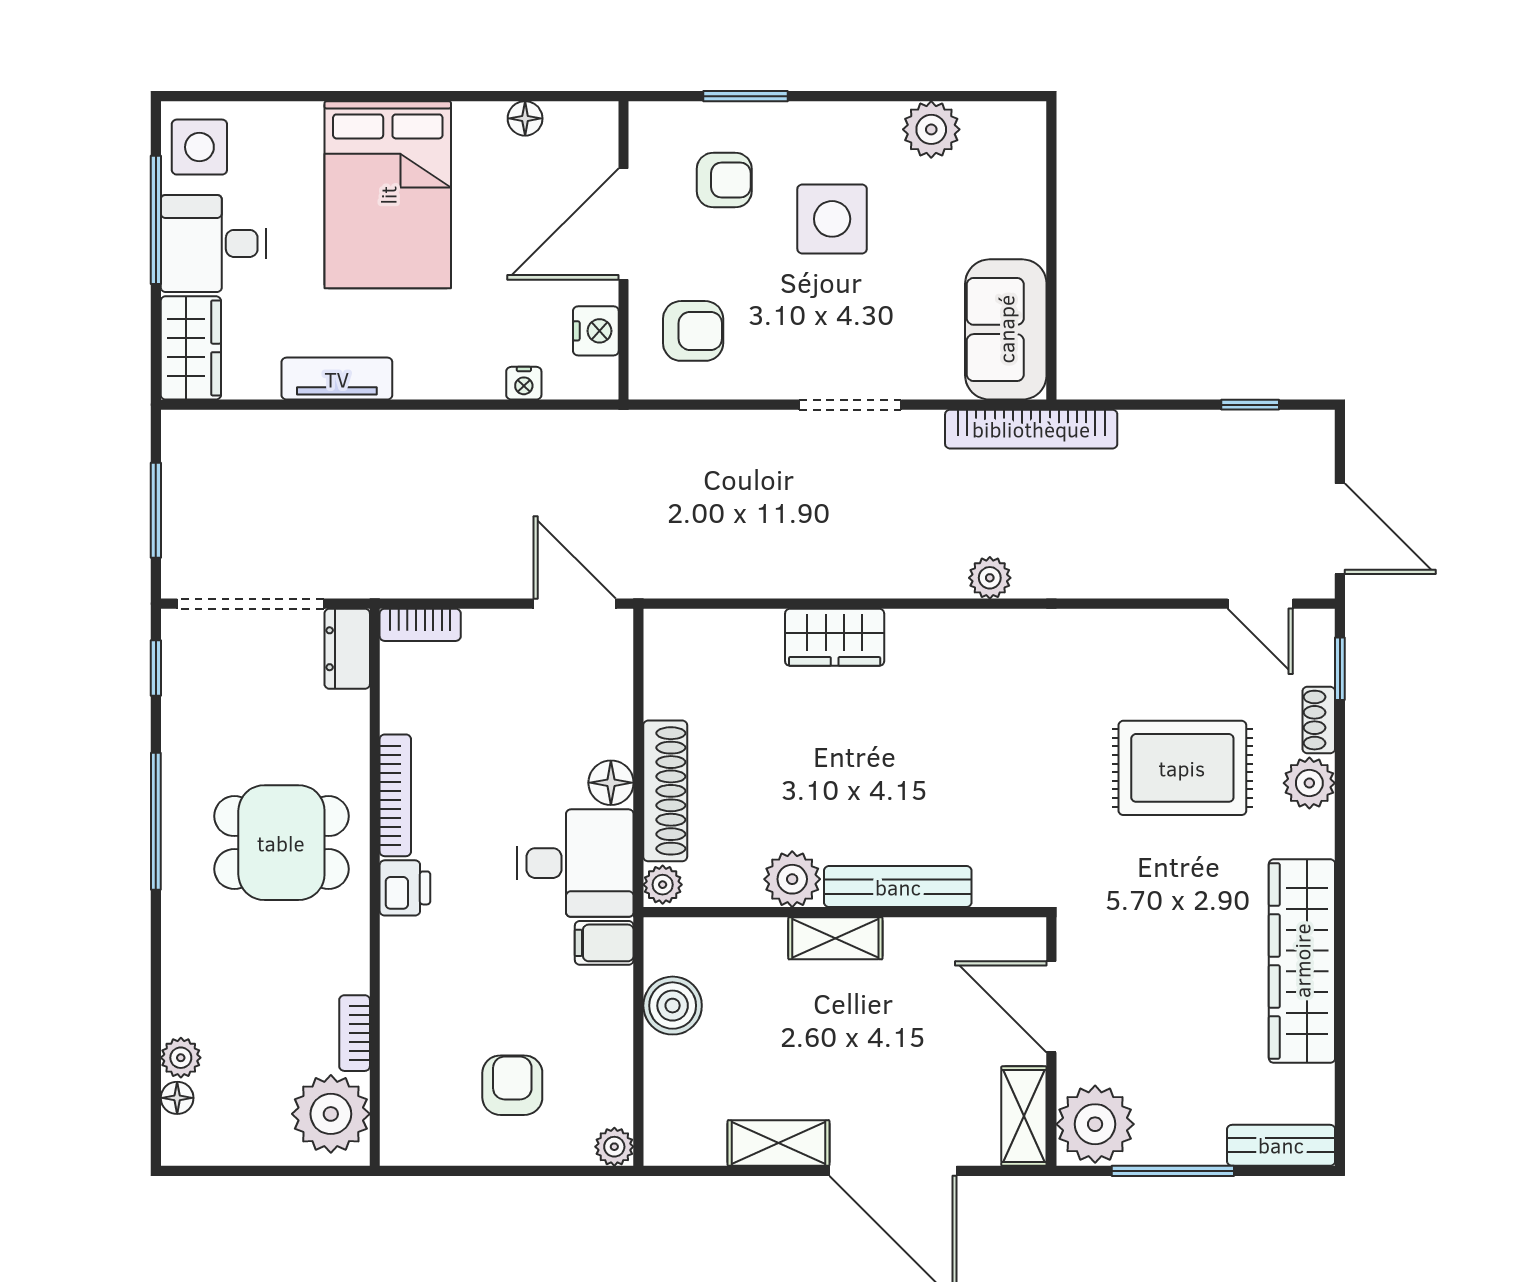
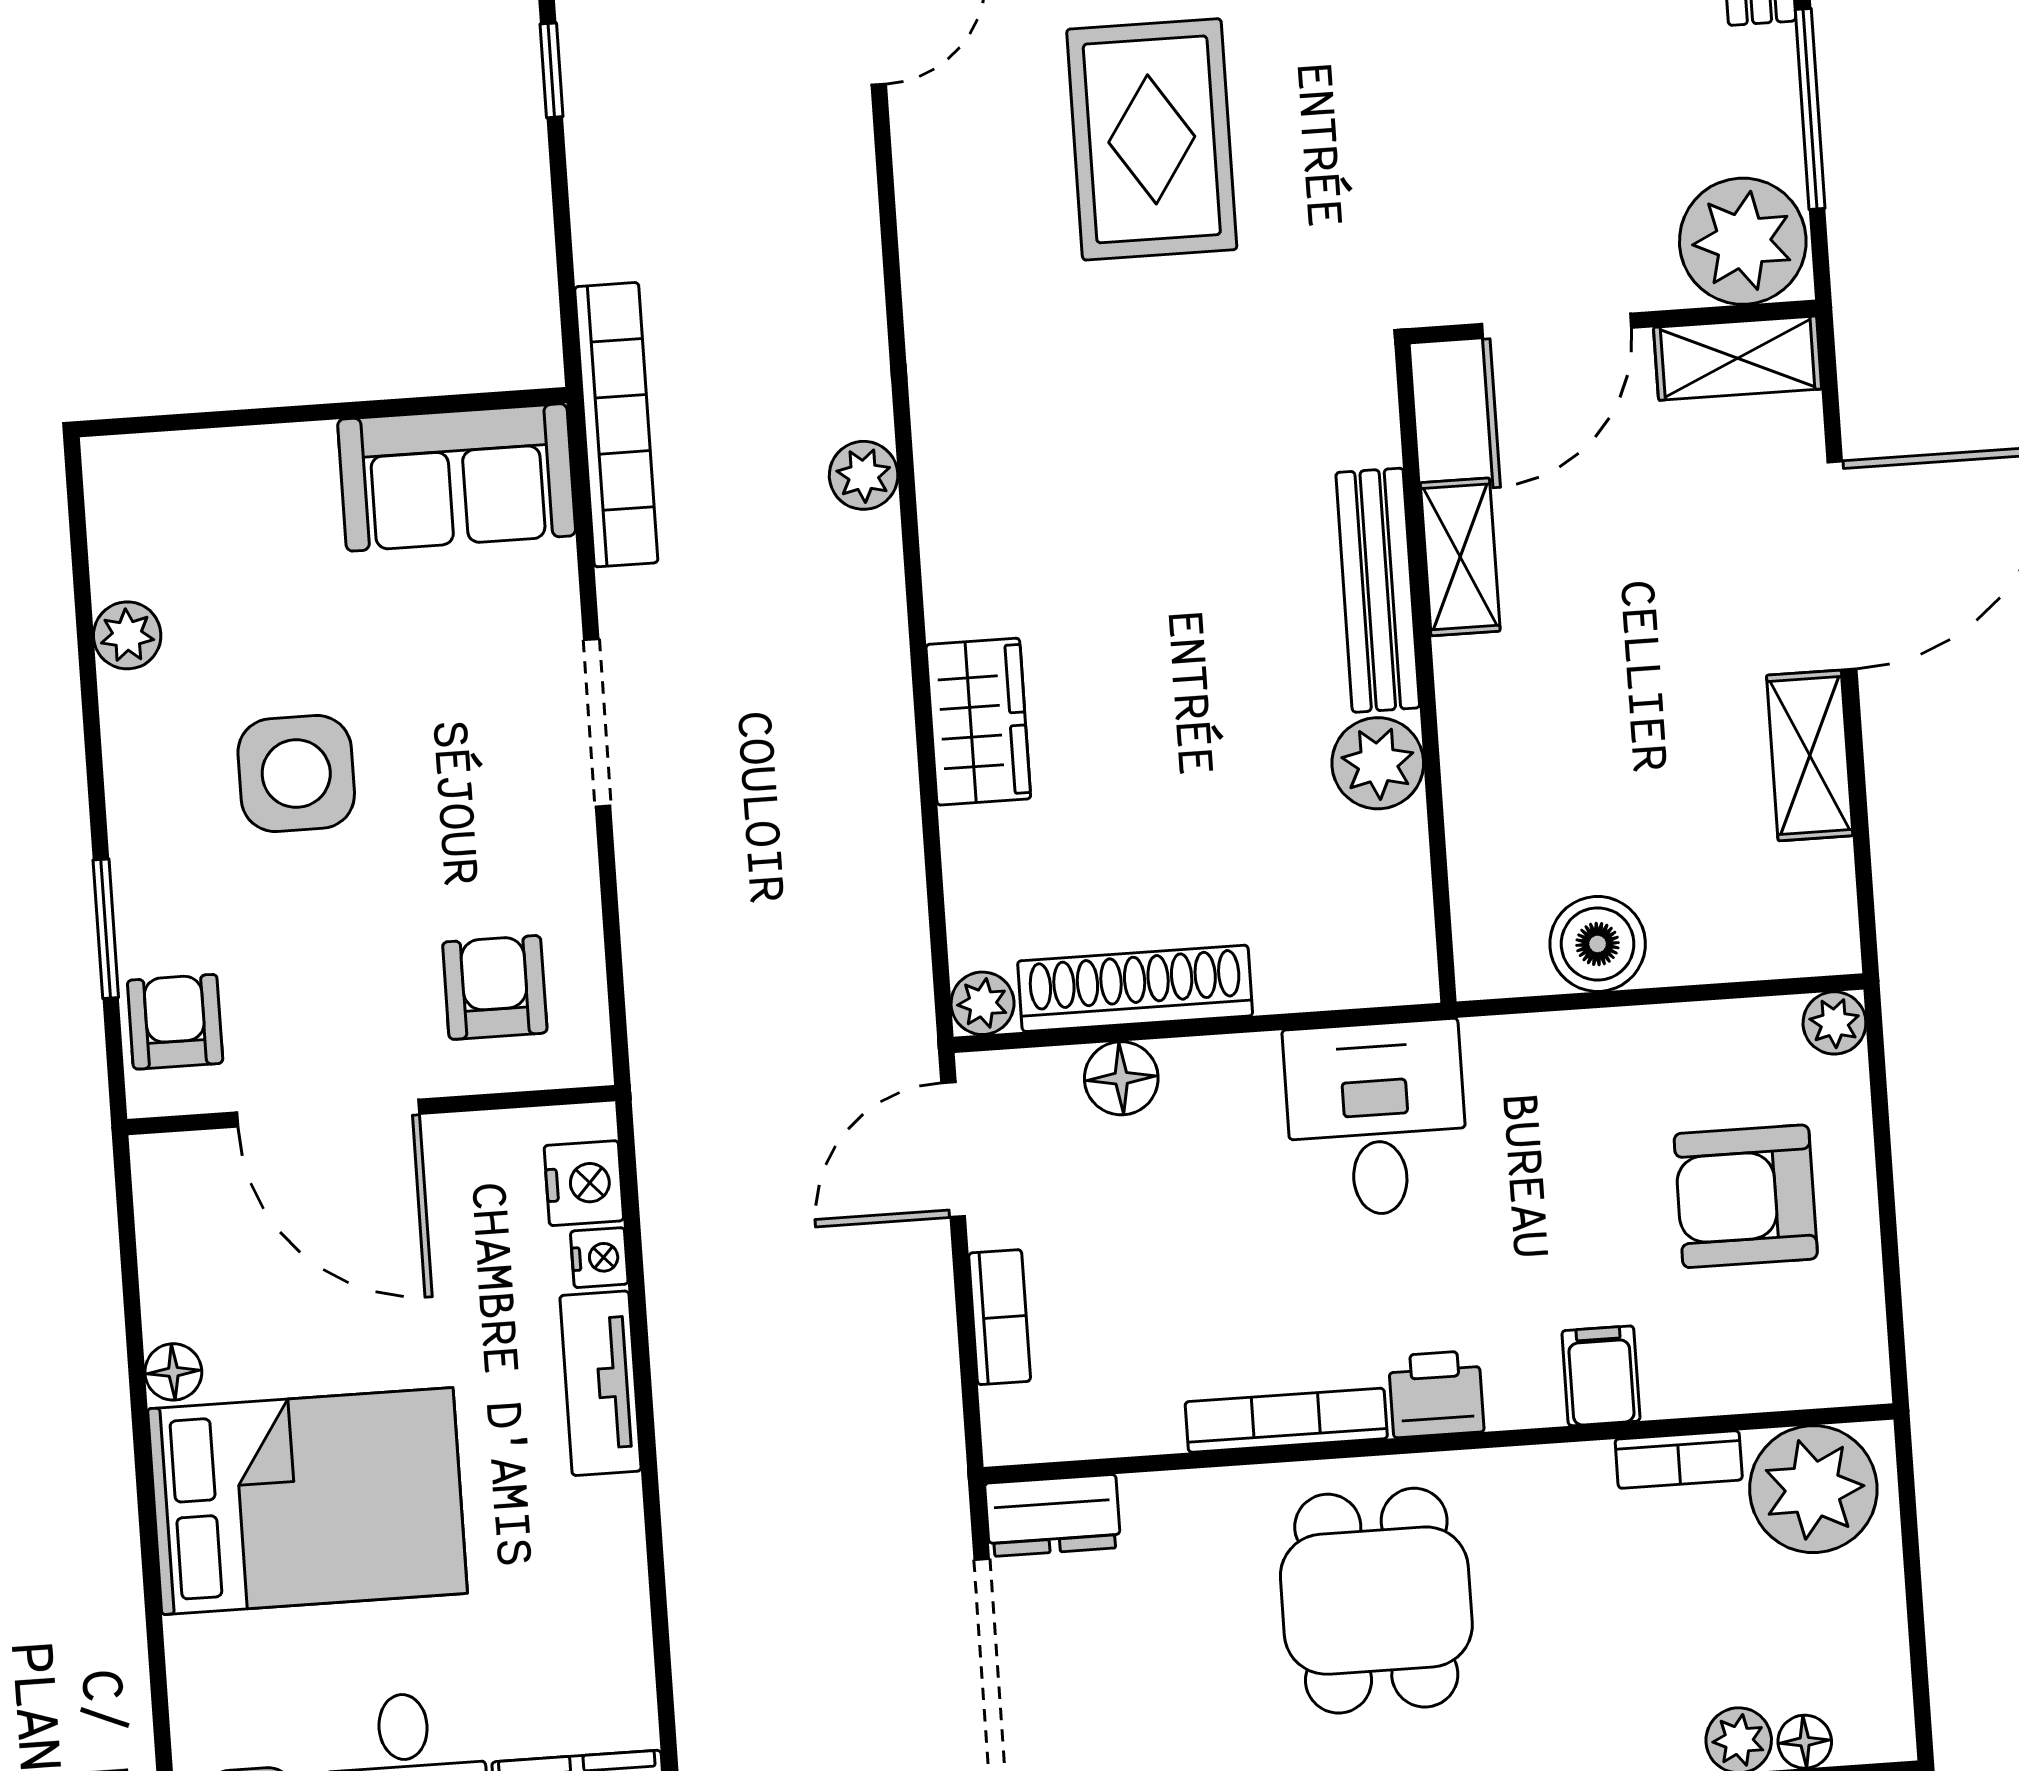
floor lamp: (525, 118) -> (173, 1372), moved
plant: (931, 129) -> (127, 635), width x0.73, depth x0.73
armchair: (724, 180) -> (175, 1022), moved
nightstand: (596, 331) -> (584, 1183), moved, turned 90
tv unit: (337, 379) -> (600, 1383), moved
bookcase: (420, 625) -> (1000, 1317), moved
floor lamp: (611, 783) -> (1121, 1078), moved
shoe rack: (665, 791) -> (1135, 988), moved
plant: (663, 885) -> (983, 1003), moved
shelving: (835, 938) -> (1460, 557), moved
filing cabinet: (604, 943) -> (1601, 1376), moved, turned 180
armchair: (512, 1085) -> (1746, 1196), width x1.38, depth x1.38

